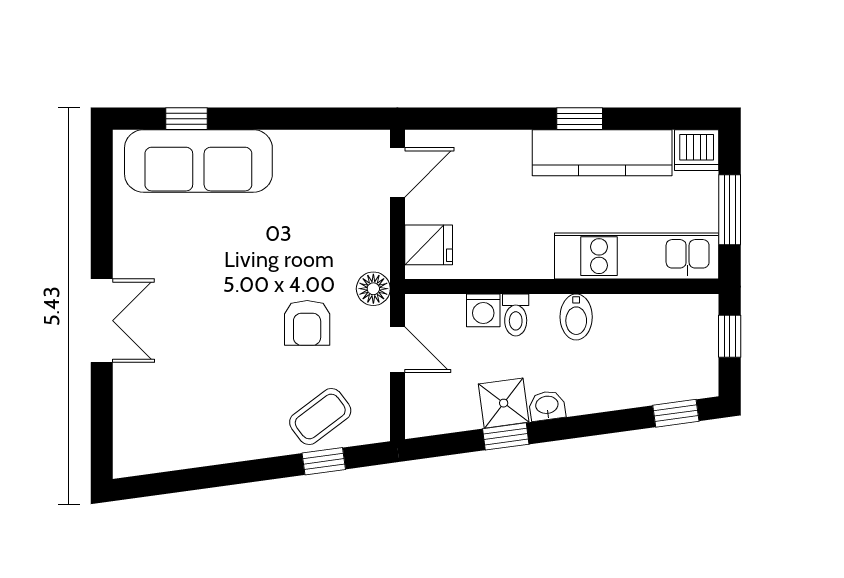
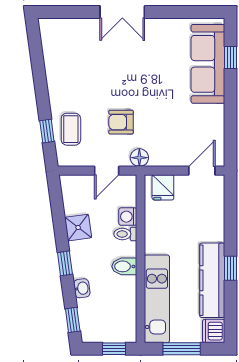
door: (397, 172) -> (202, 171), swing flipped
washbasin: (547, 406) -> (82, 288), moved
coffee table: (320, 416) -> (71, 129), turned 37
window: (506, 436) -> (65, 263), moved

